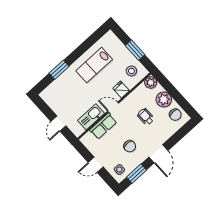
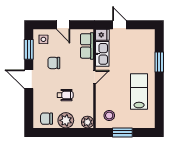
fridge: (121, 89) -> (102, 35), moved
row of seats: (103, 126) -> (87, 46), moved
door: (96, 165) -> (63, 25), swing flipped

